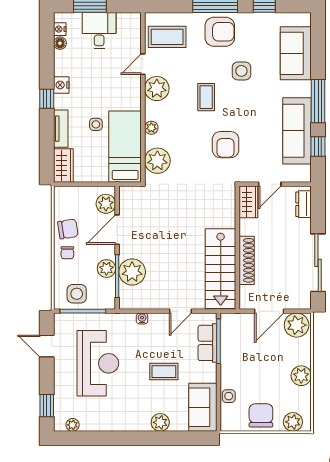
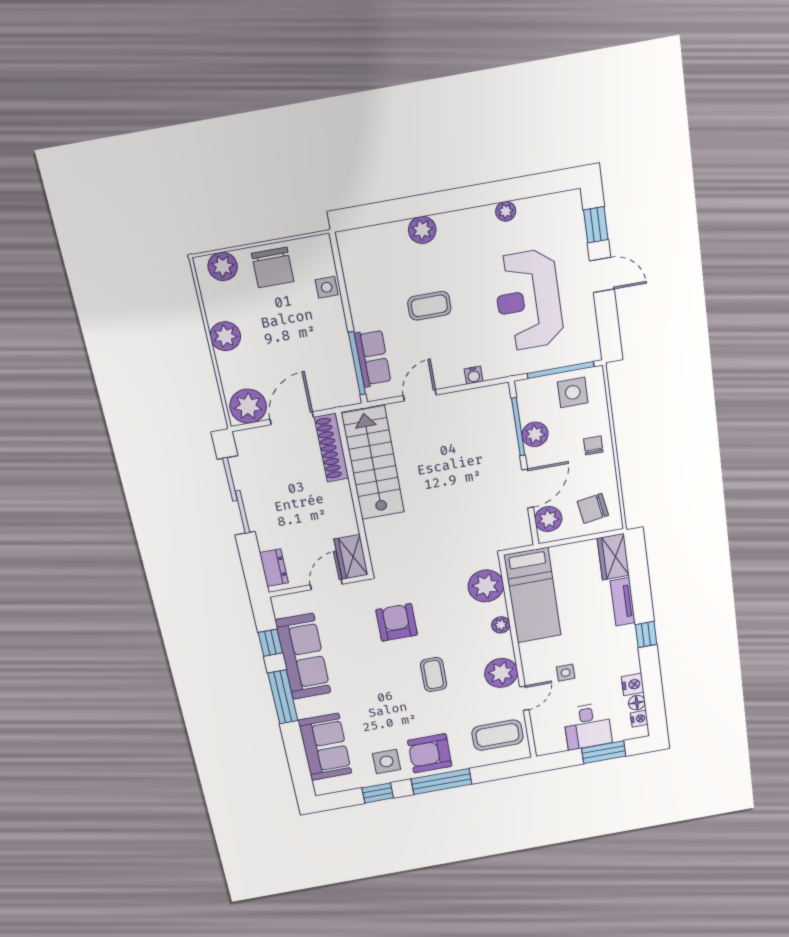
side table: (241, 71) -> (387, 761), moved
nightstand: (61, 85) -> (633, 684), moved
side table: (96, 124) -> (566, 673), moved
chair: (68, 229) -> (593, 508), moved
shoe rack: (247, 260) -> (332, 448), moved
plant: (132, 272) -> (498, 436), removed
door: (47, 346) -> (602, 275), moved
sofa: (203, 407) -> (362, 264), removed
plant: (73, 425) -> (506, 211), moved

